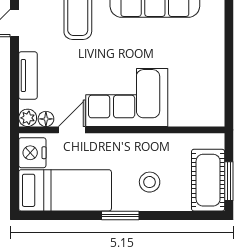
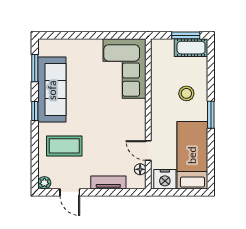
corner sofa: (127, 97) -> (124, 69), moved
plant: (28, 118) -> (139, 183), removed
cot: (208, 180) -> (191, 48), width x0.73, depth x0.75

